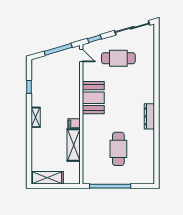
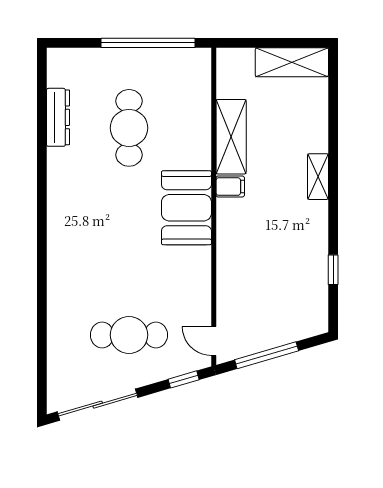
booth: (93, 98) -> (186, 208), moved
dresser: (149, 116) -> (58, 117), moved
shelving: (36, 117) -> (318, 177), moved

